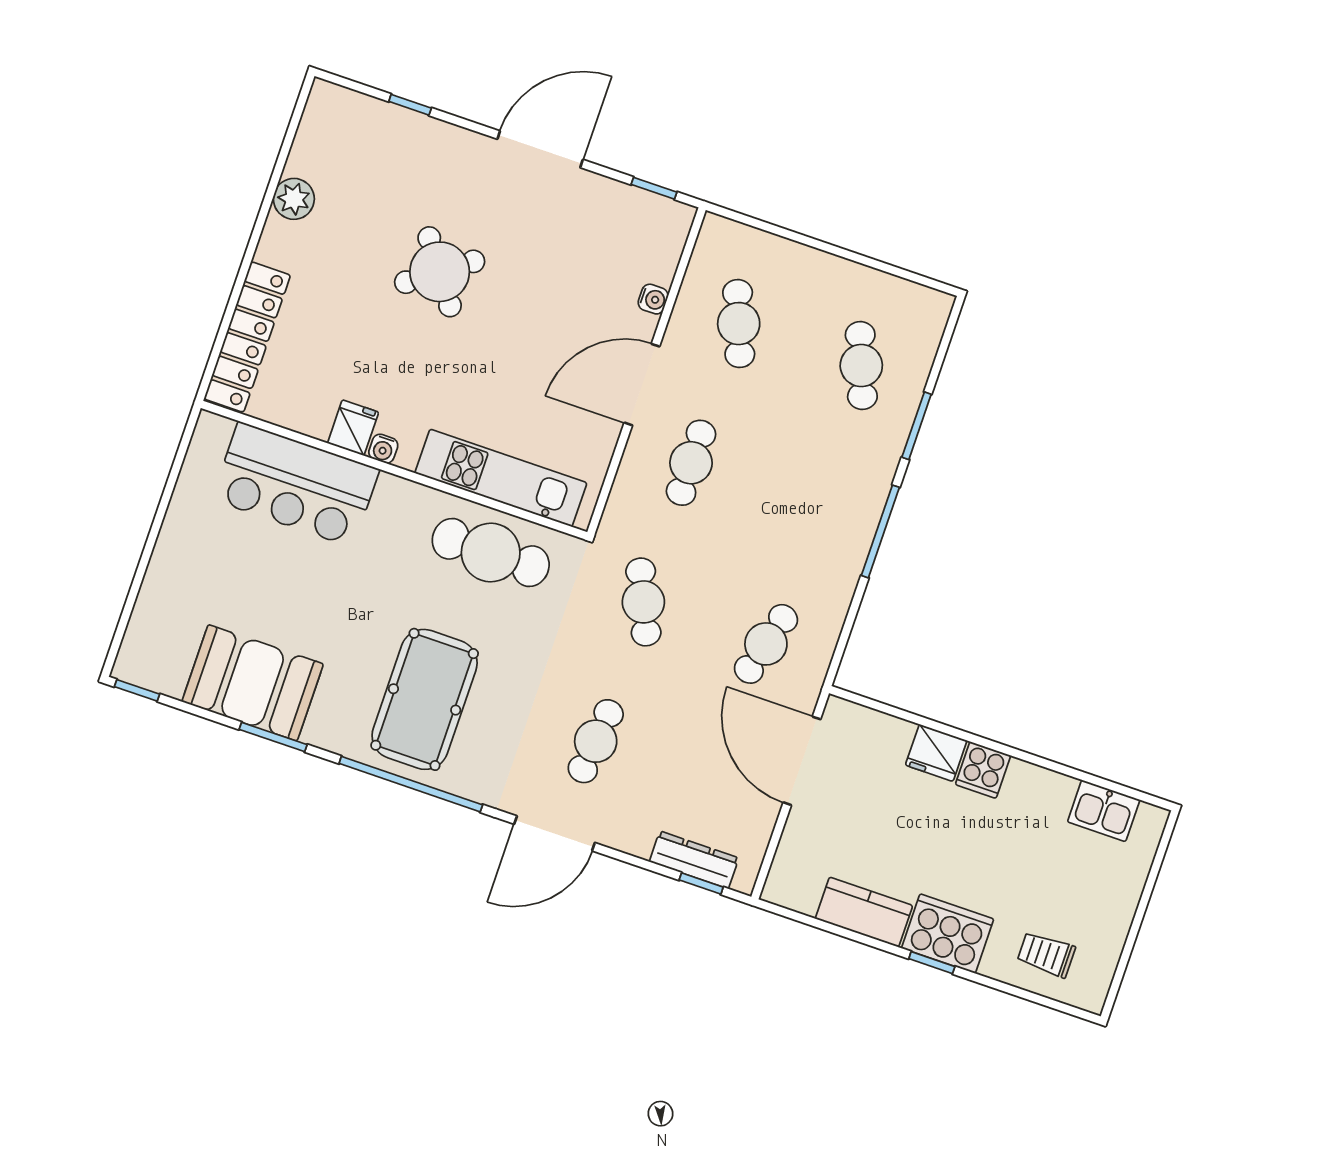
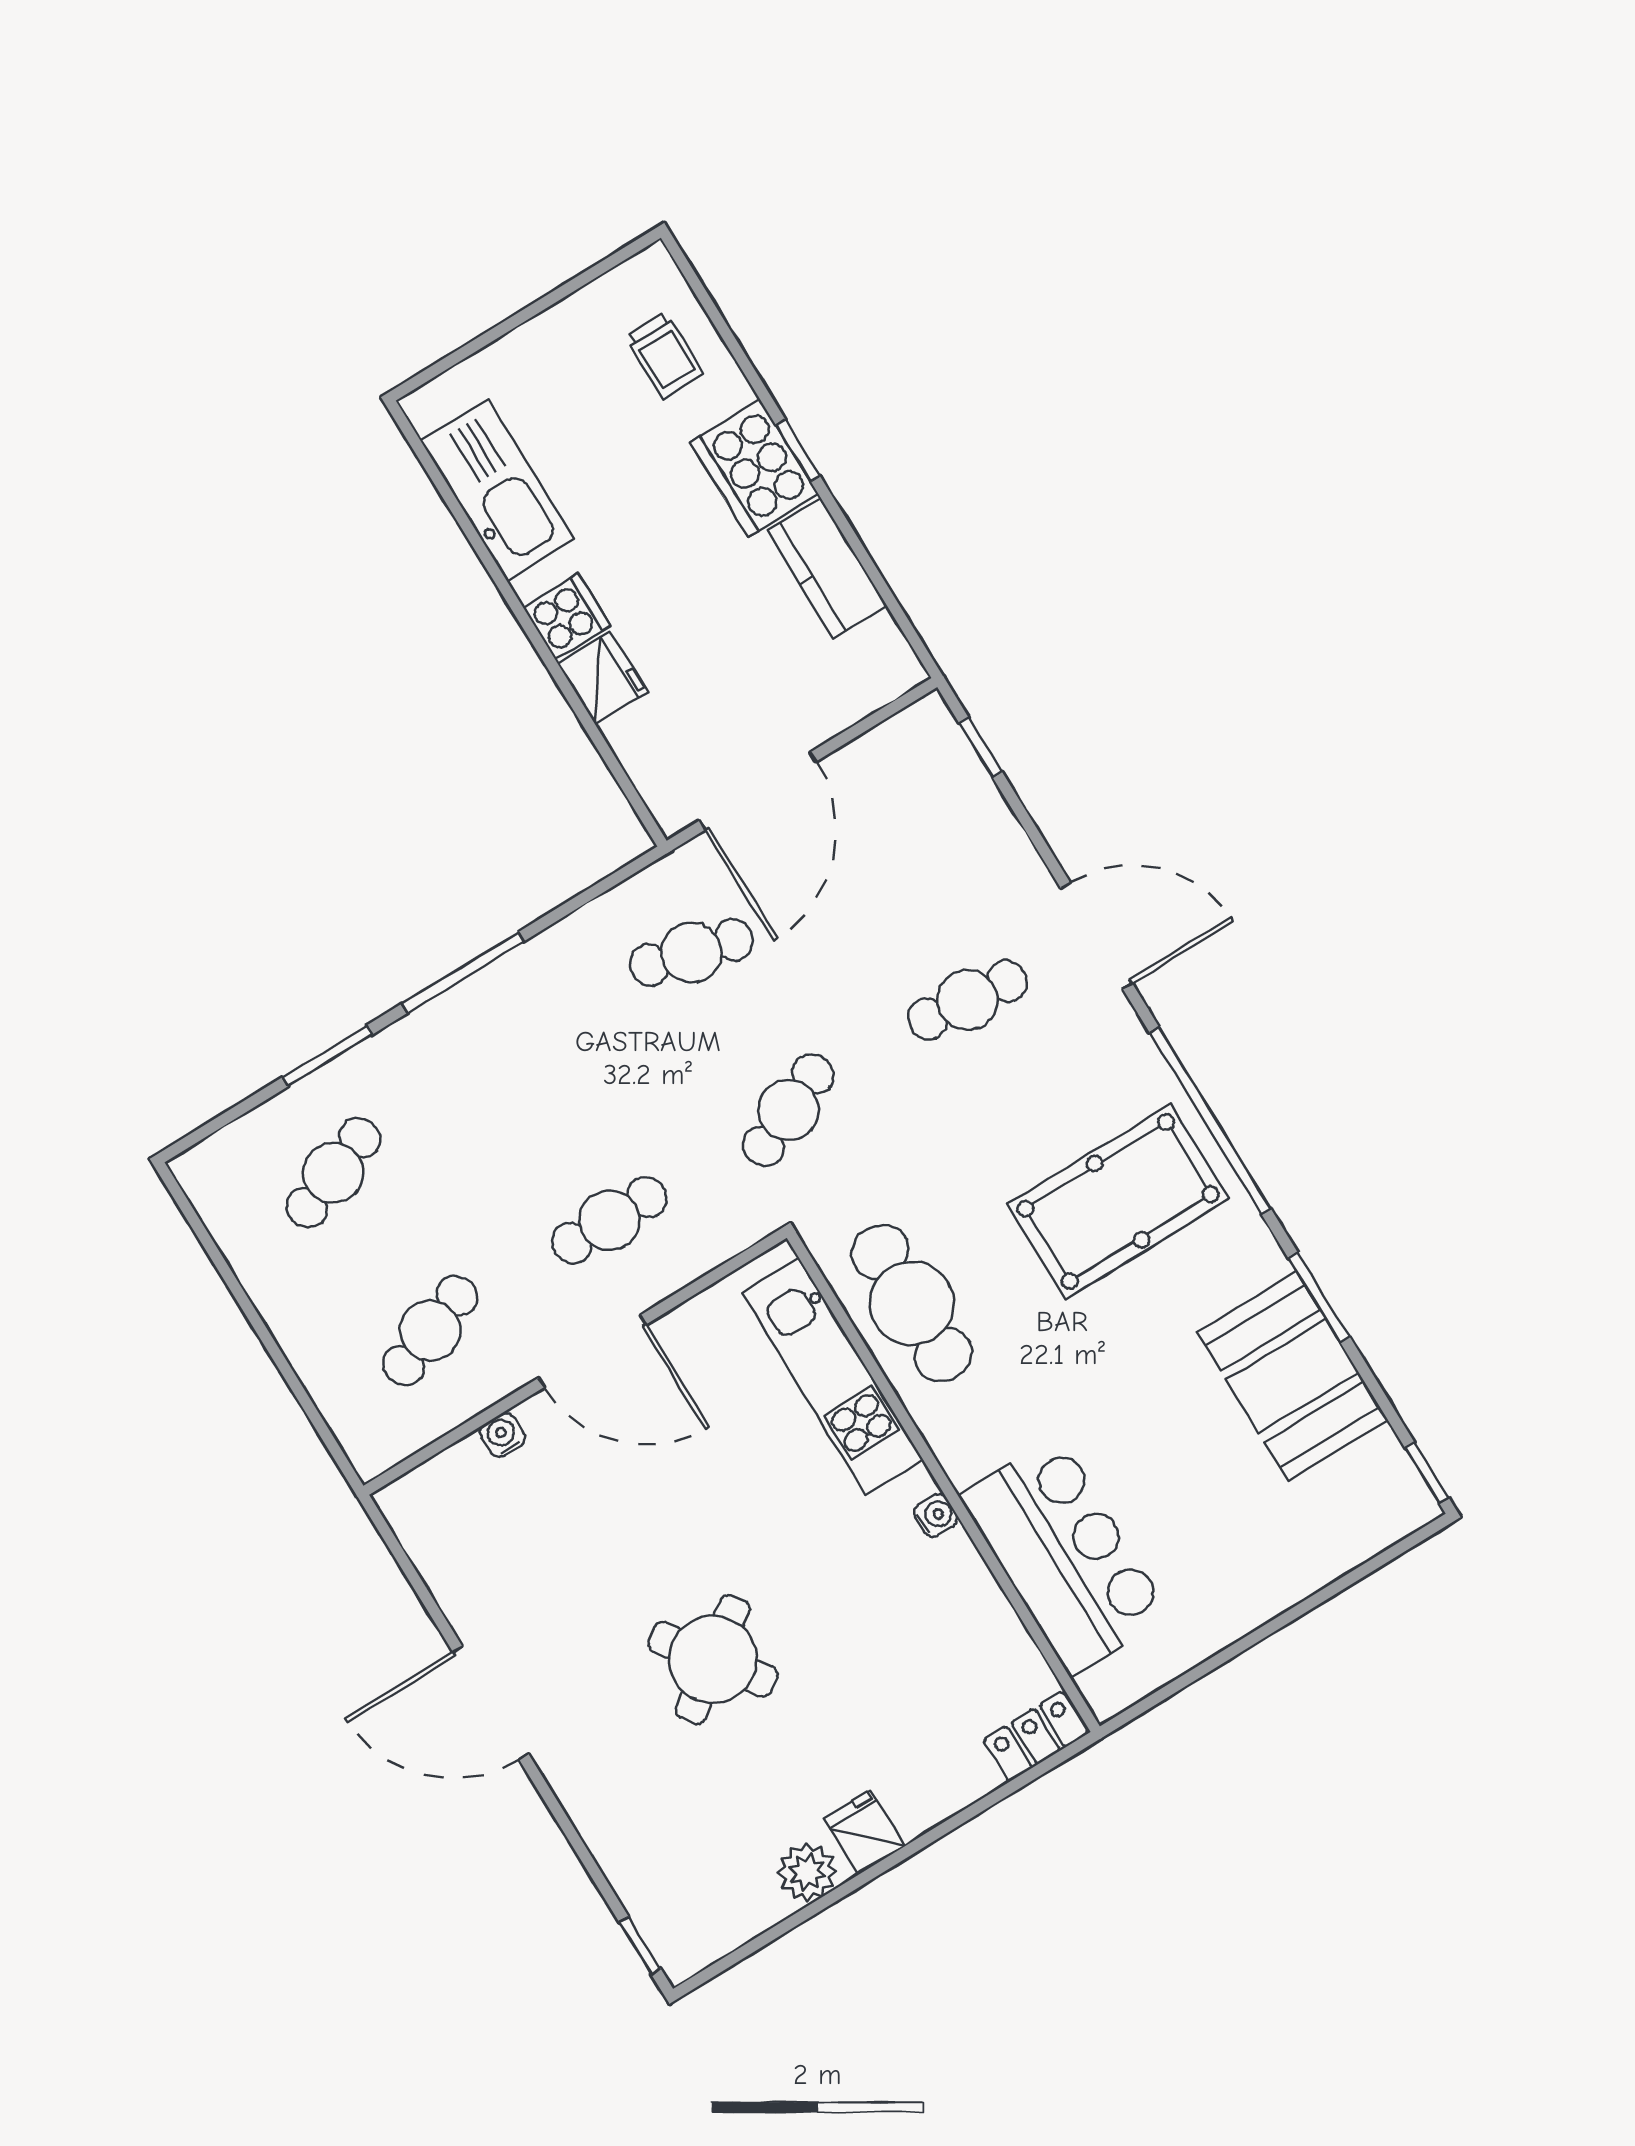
window: (410, 105) -> (640, 1945), moved
window: (654, 188) -> (401, 1556), removed
locker: (247, 337) -> (1036, 1737), width x0.46, depth x0.83
fridge: (353, 428) -> (865, 1832), moved, turned 90
kitchen sink: (1104, 811) -> (497, 490), width x1.88, depth x1.24
dresser: (694, 860) -> (967, 780), removed

